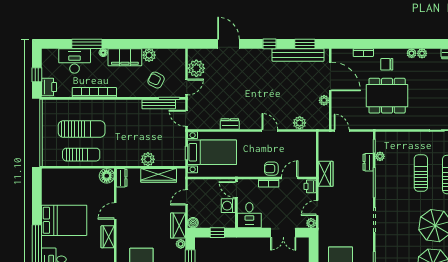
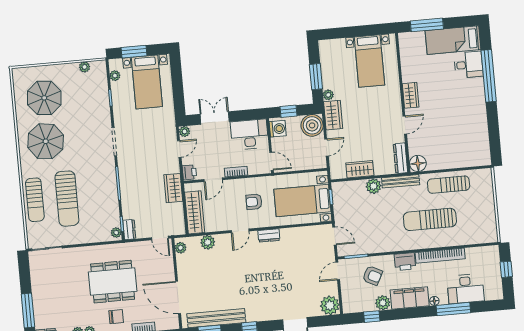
window: (160, 44) -> (372, 317), added
plant: (196, 68) -> (330, 305), moved
printer: (49, 87) -> (405, 262), moved, turned -90
plant: (324, 100) -> (181, 248), moved
bench: (159, 104) -> (401, 181), moved
dresser: (230, 124) -> (269, 235), moved
sun lounger: (82, 129) -> (430, 219), moved
door: (270, 130) -> (240, 231), hinge flipped
wardrobe: (309, 150) -> (195, 212), added
plant: (380, 156) -> (116, 233), moved
dresser: (368, 162) -> (129, 230), moved
armchair: (271, 169) -> (254, 202), moved, turned 180
sun lounger: (421, 173) -> (67, 199), width x1.36, depth x1.34
wardrobe: (159, 175) -> (360, 169), width x0.67
dresser: (122, 178) -> (400, 158), width x1.44
washing machine: (228, 206) -> (278, 129), moved
desk: (249, 215) -> (249, 134), width x1.37
bed: (64, 220) -> (461, 109), removed
boiler: (193, 223) -> (312, 125), width x1.86, depth x1.86

